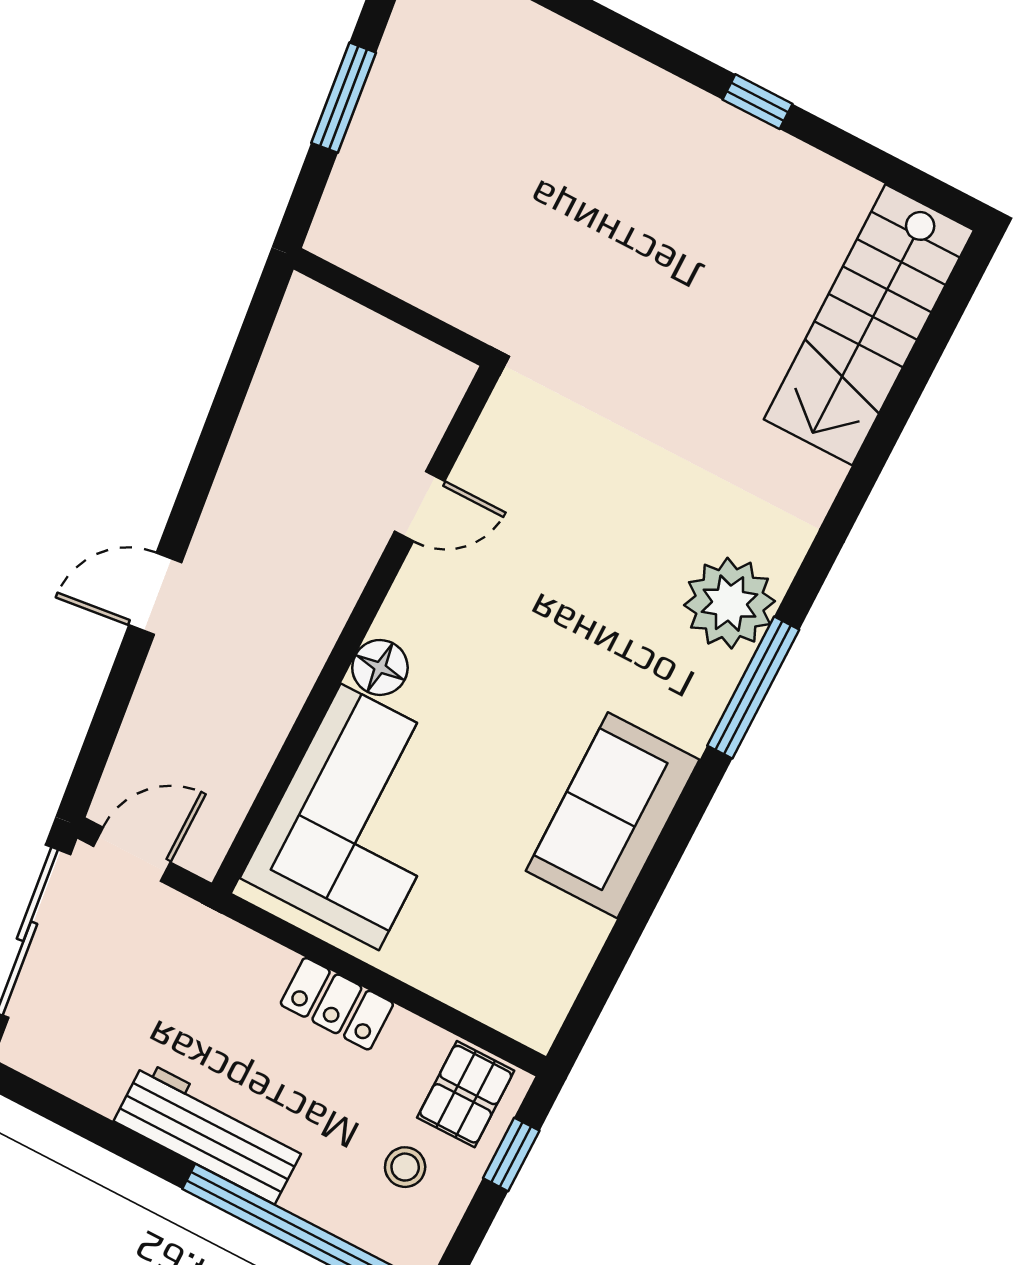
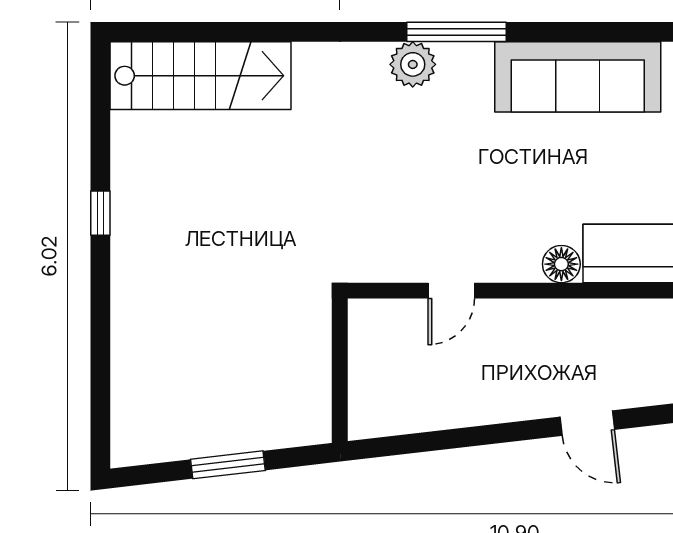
door: (420, 506) -> (451, 291), swing flipped
plant: (729, 603) -> (413, 64), width x0.73, depth x0.73
sofa: (613, 815) -> (578, 77), width x1.36

